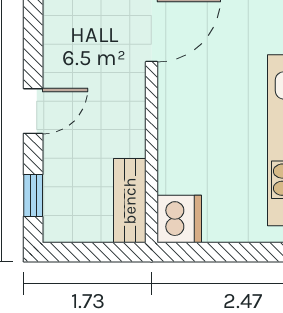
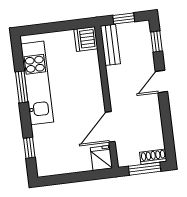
window: (95, 252) -> (124, 18), added

